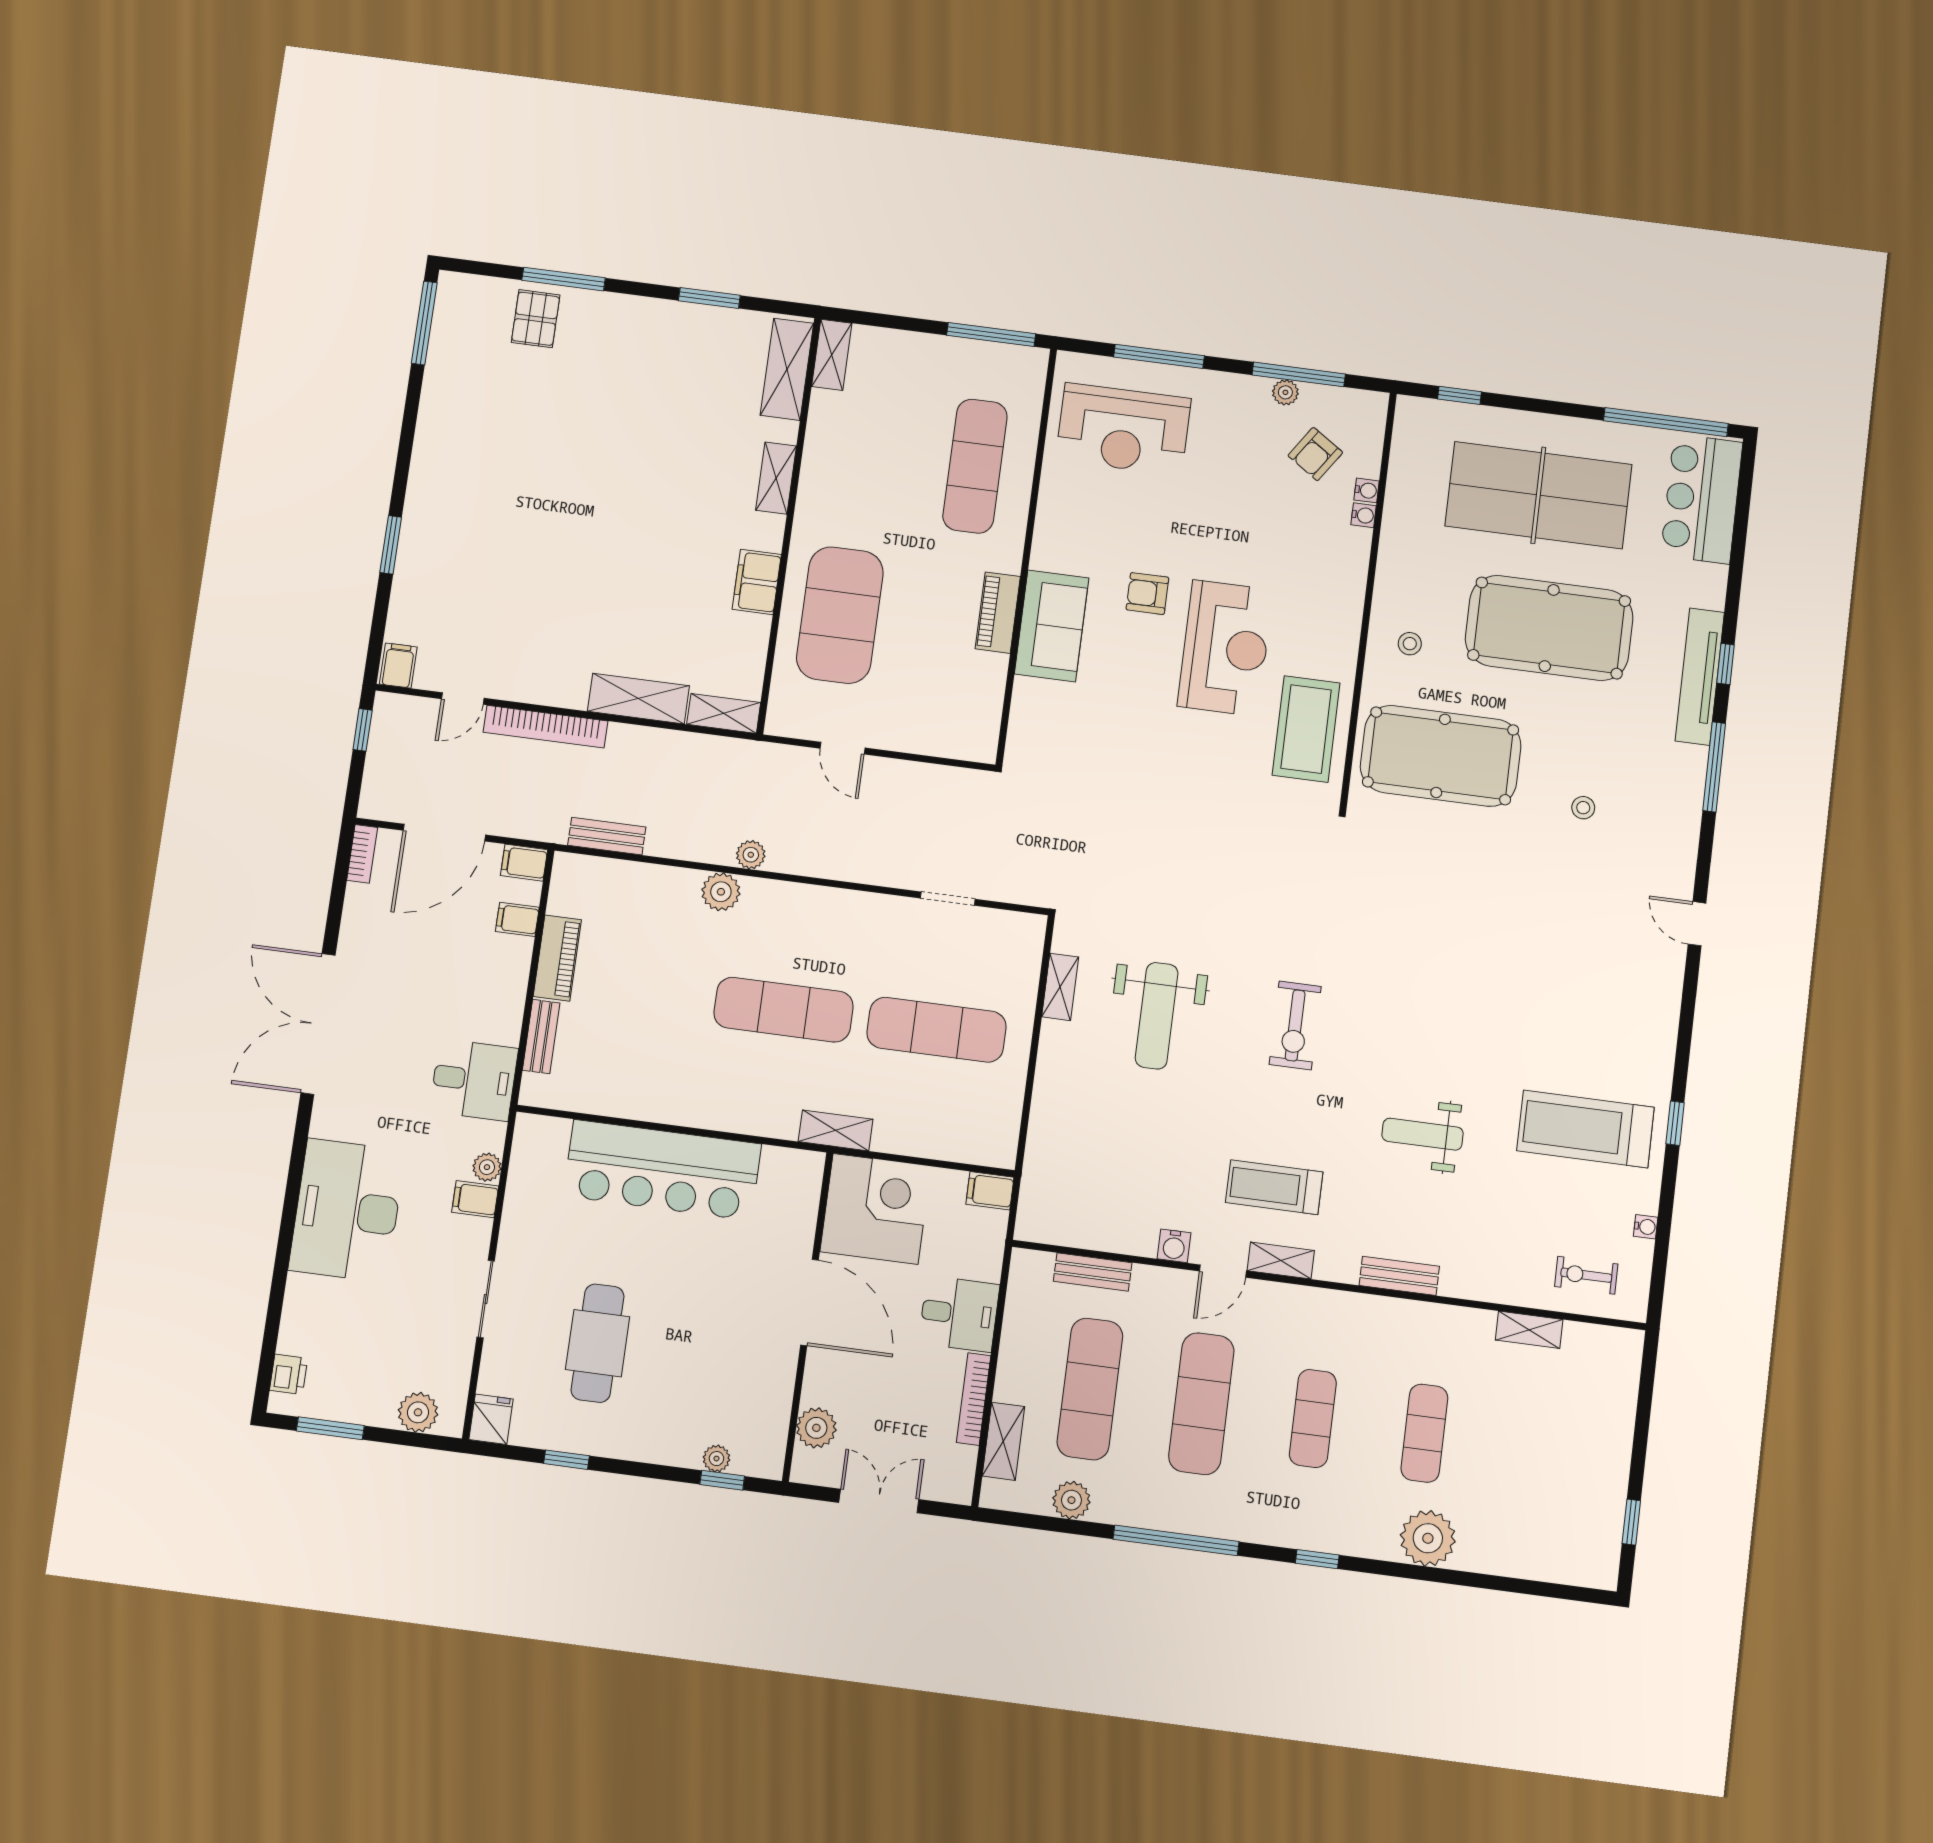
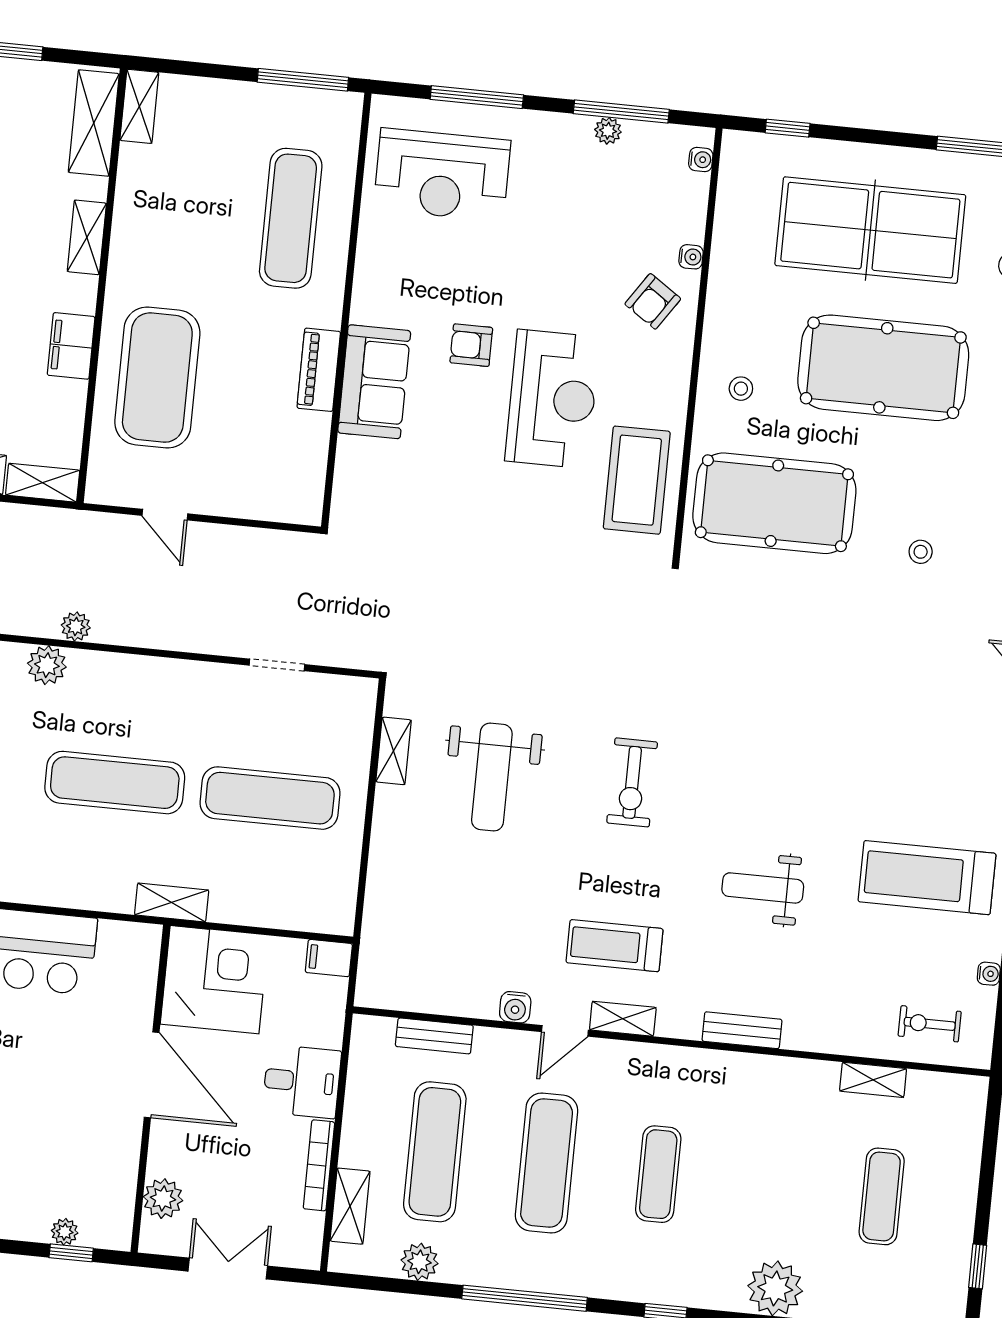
armchair: (1315, 454) -> (653, 301), moved
water cooler: (1367, 490) -> (701, 160), moved
exercise mat: (1424, 1433) -> (882, 1196), moved

